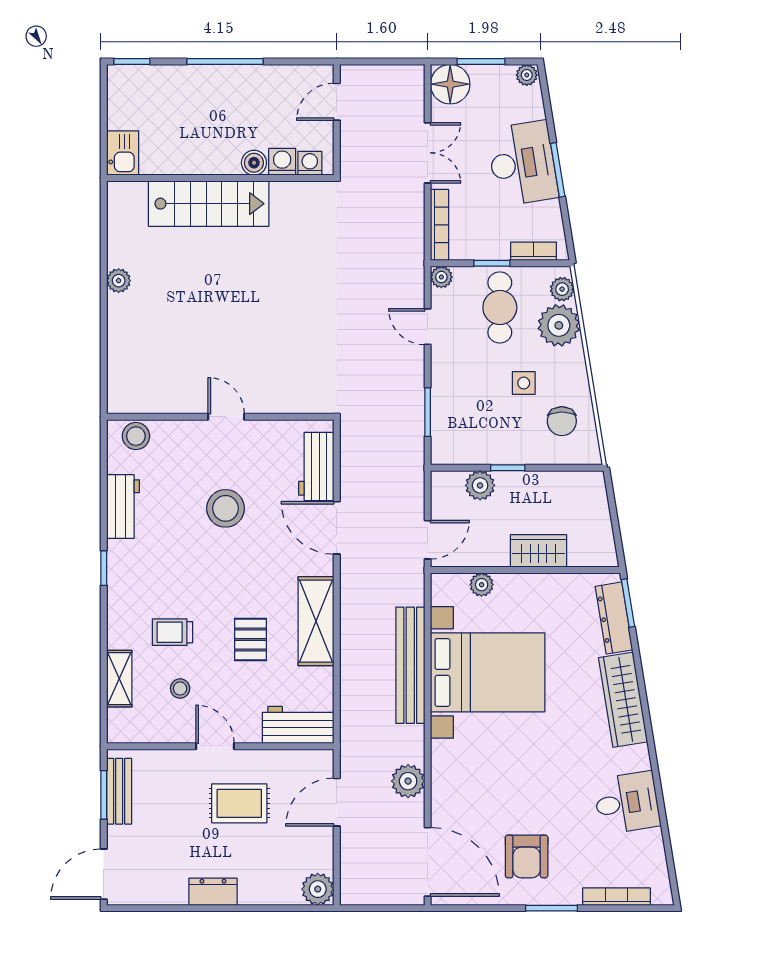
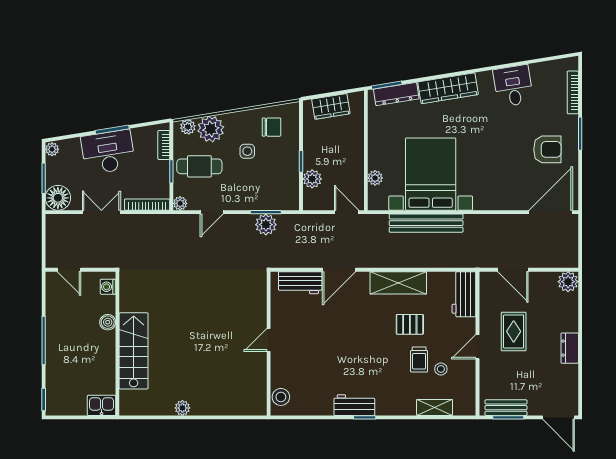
washing machine: (282, 162) -> (107, 304), removed
workbench: (123, 507) -> (354, 405), moved
stool: (226, 508) -> (327, 340), removed
wardrobe: (539, 551) -> (331, 106), moved, turned -99
trolley: (172, 632) -> (419, 359), moved
plant: (408, 781) -> (266, 225), moved

